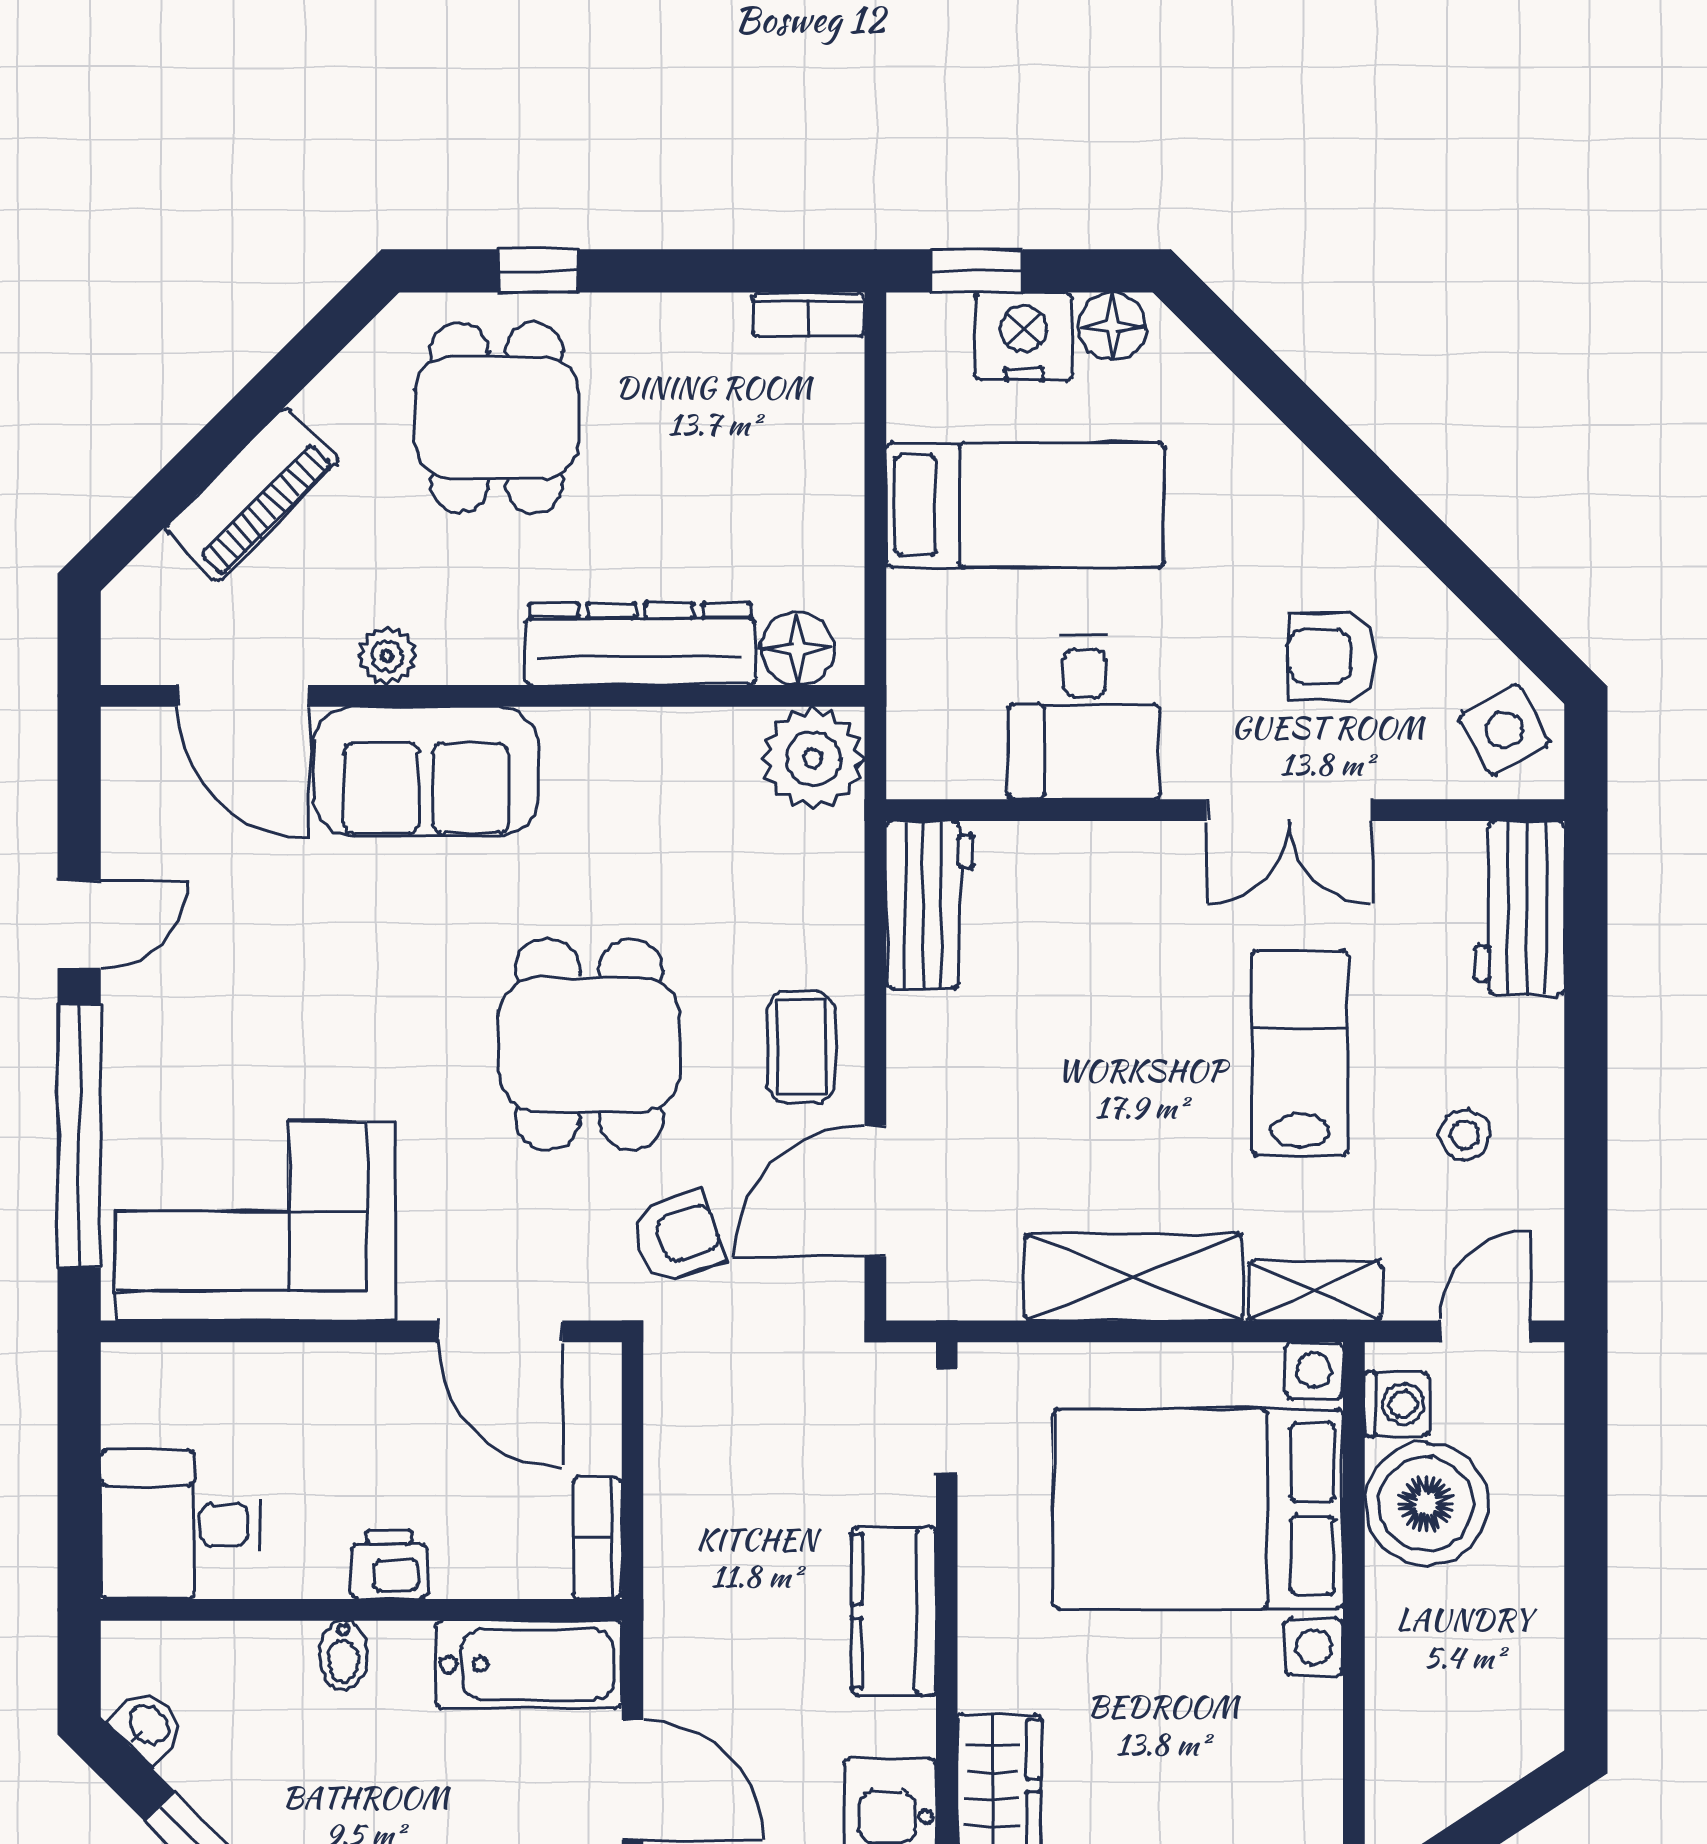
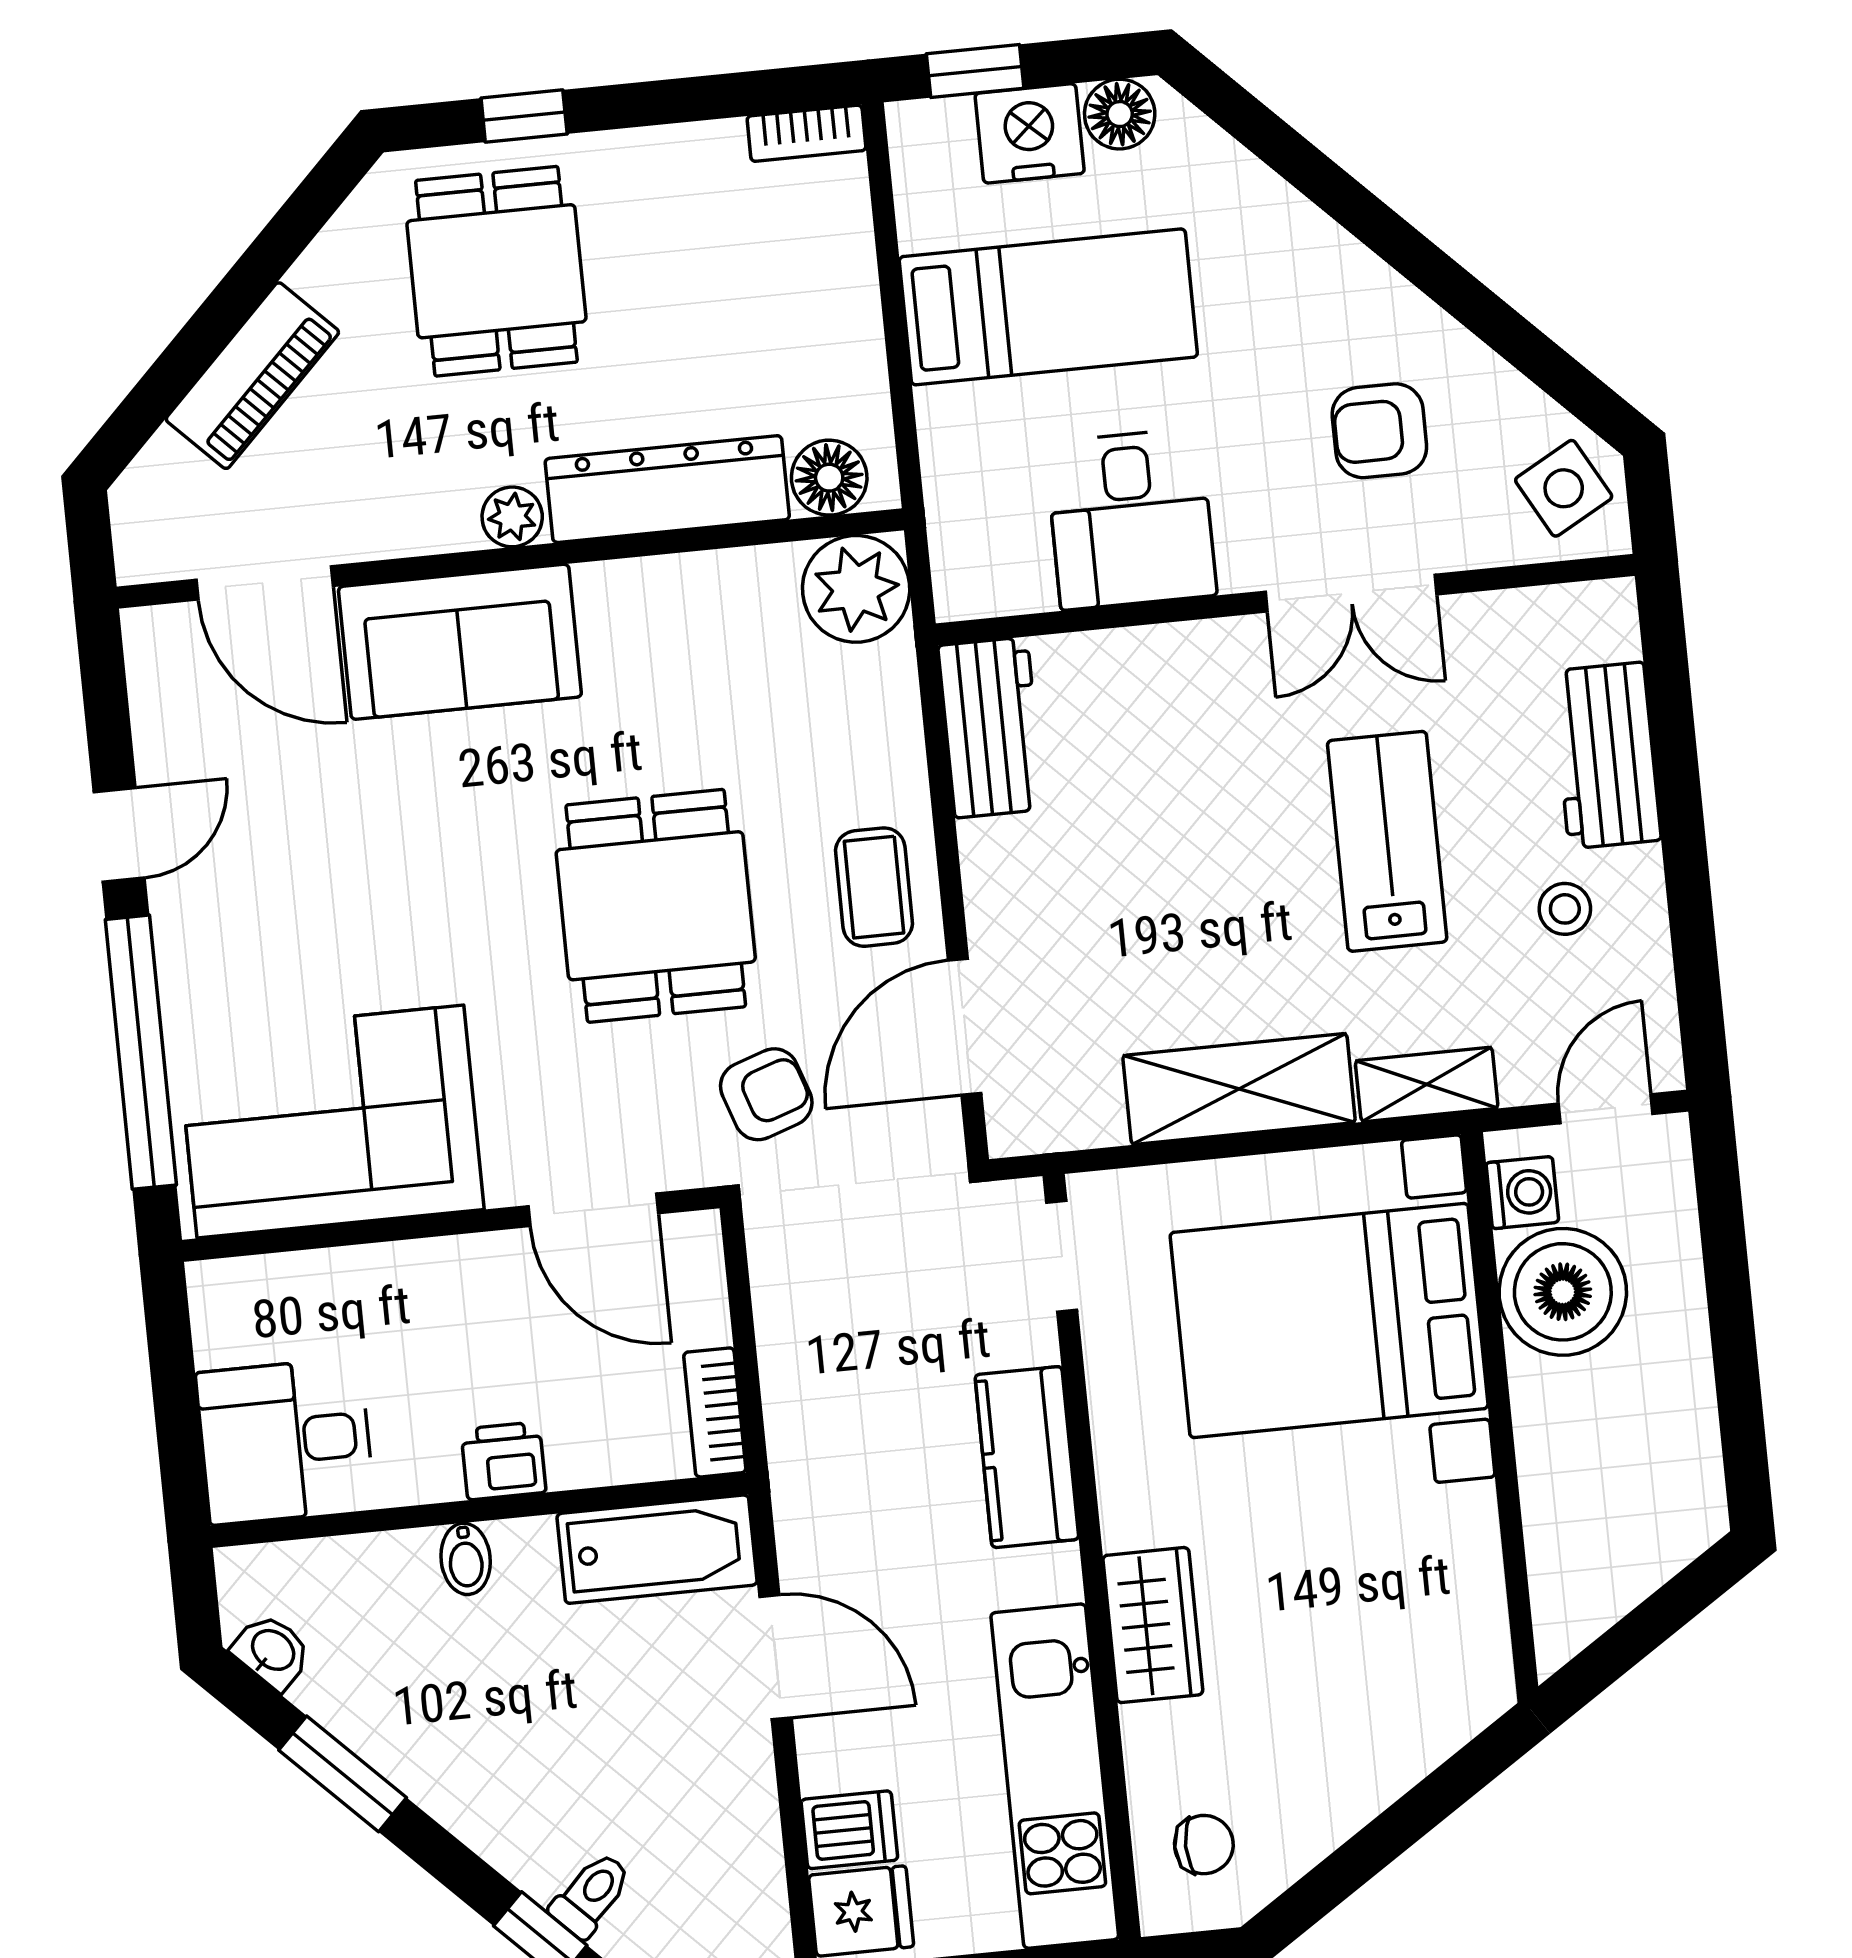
plant: (387, 656) -> (512, 517), moved
workbench: (1520, 908) -> (1606, 755), moved

